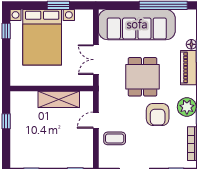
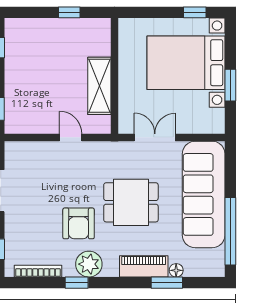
armchair: (158, 114) -> (79, 223), turned -90
coffee table: (115, 138) -> (45, 164), removed

